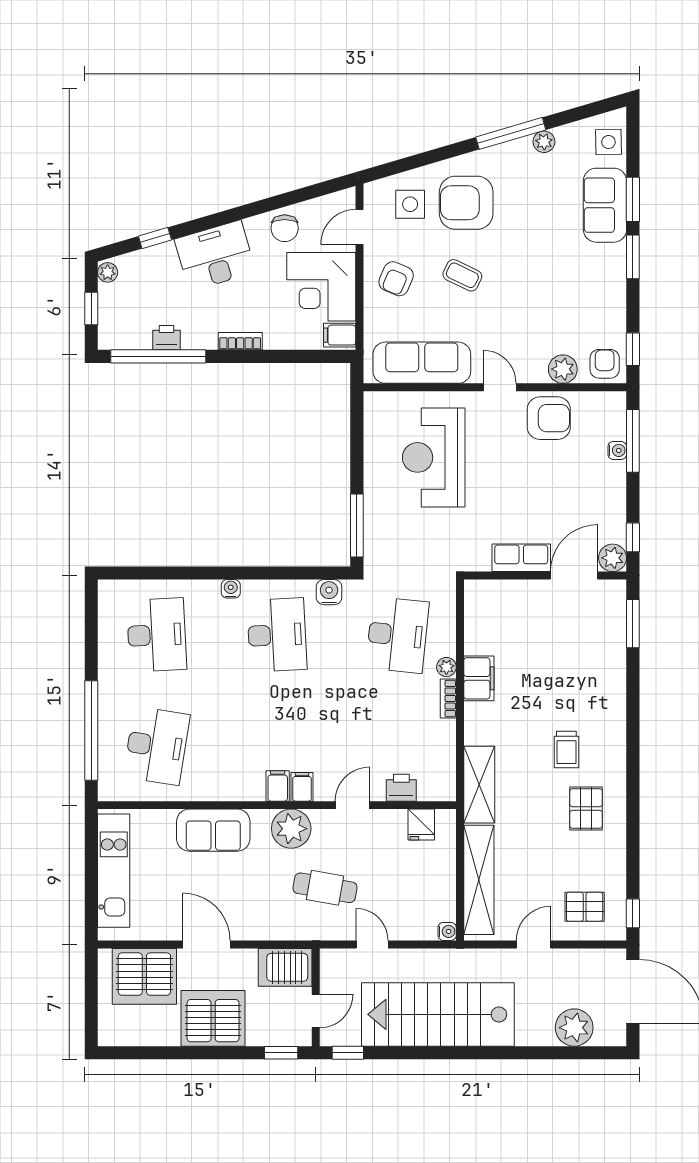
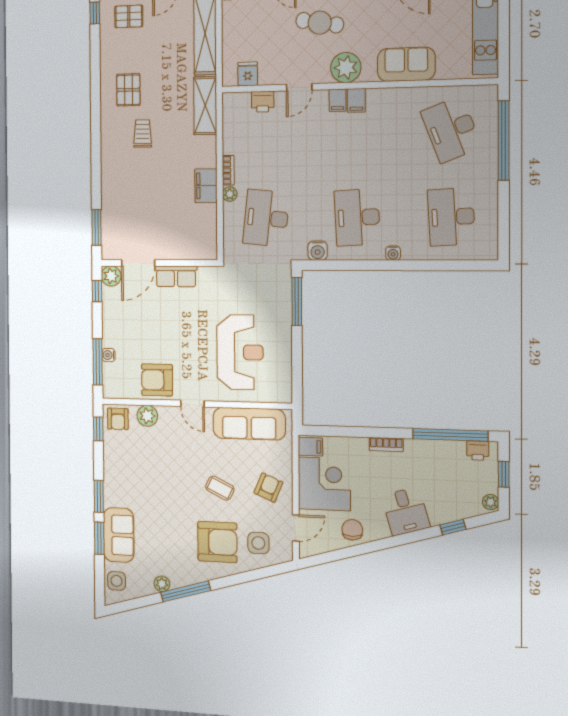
desk: (215, 256) -> (406, 511), width x0.73
printer: (167, 338) -> (478, 451), moved
desk: (157, 746) -> (451, 129), turned -30

